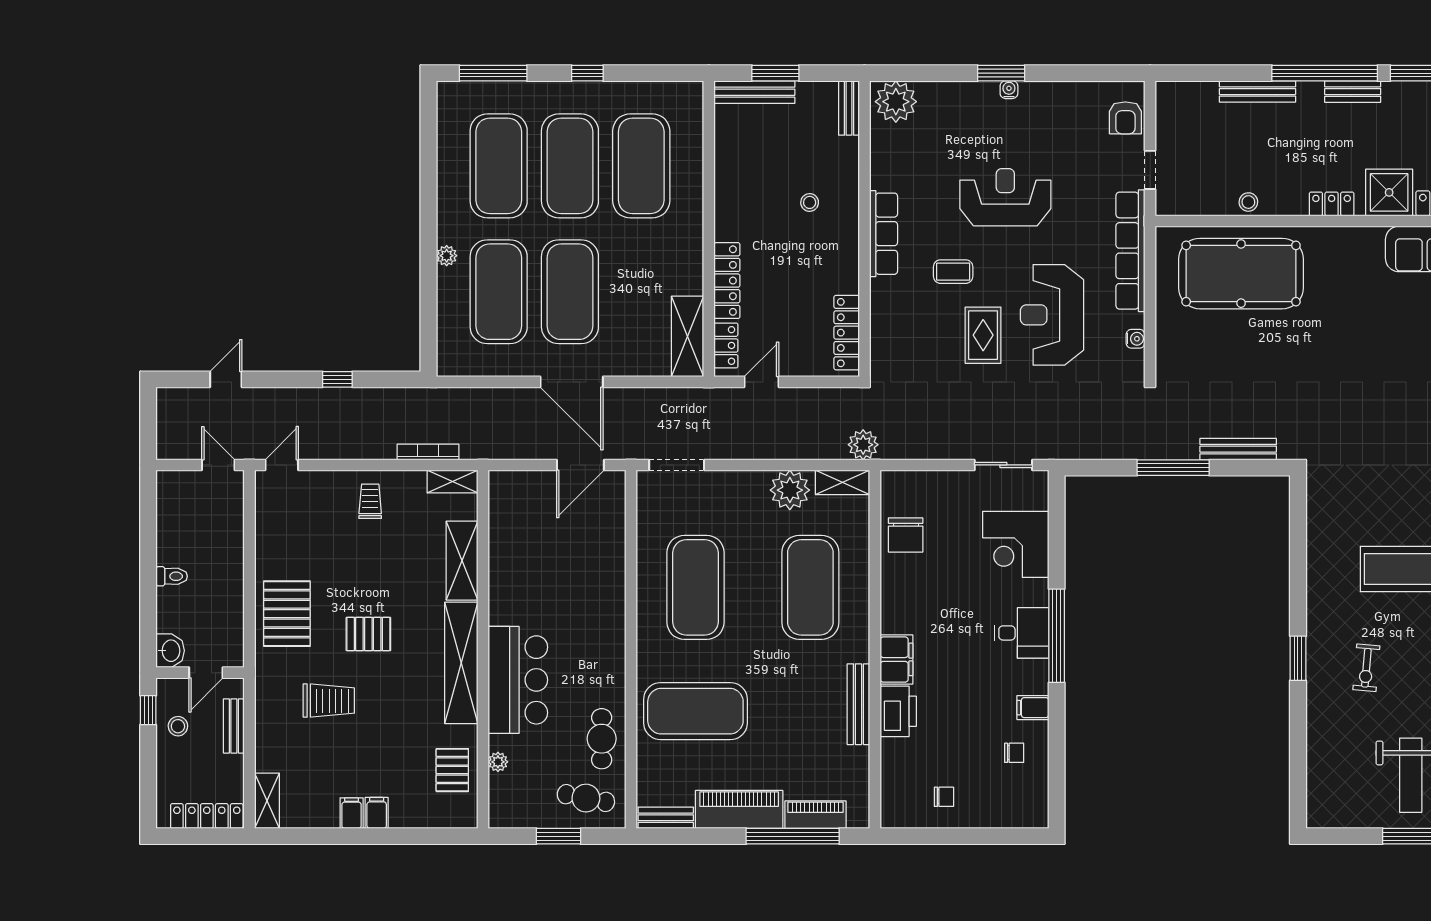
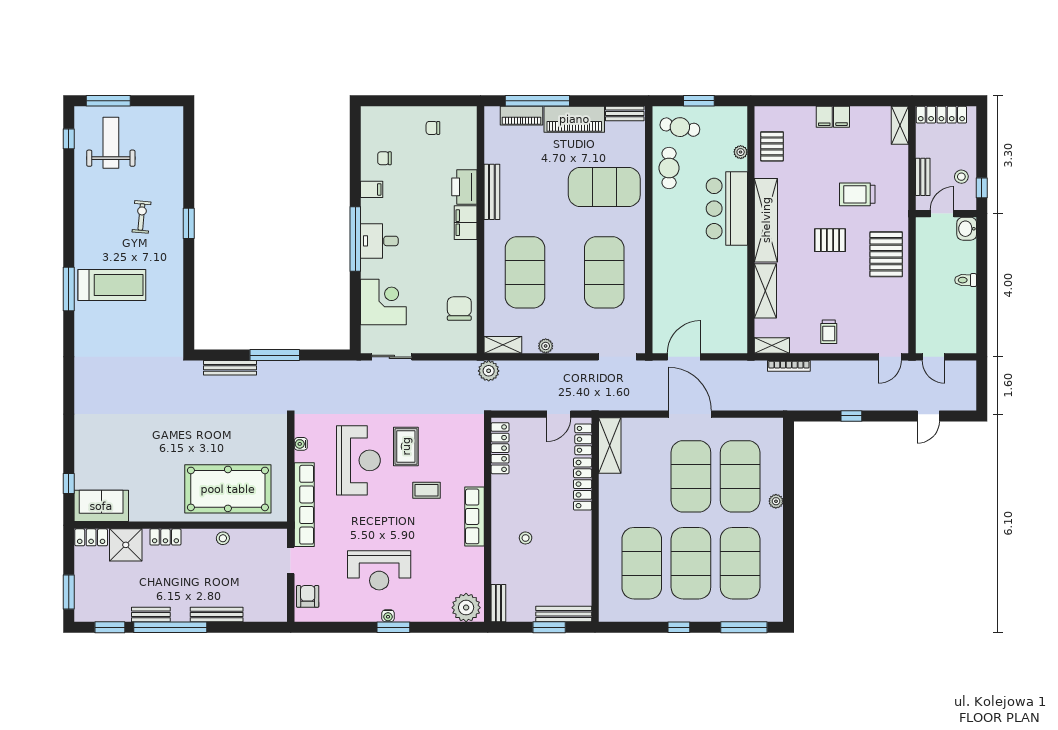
reception desk: (1005, 197) -> (379, 570), moved
plant: (790, 490) -> (546, 346), width x0.53, depth x0.53

